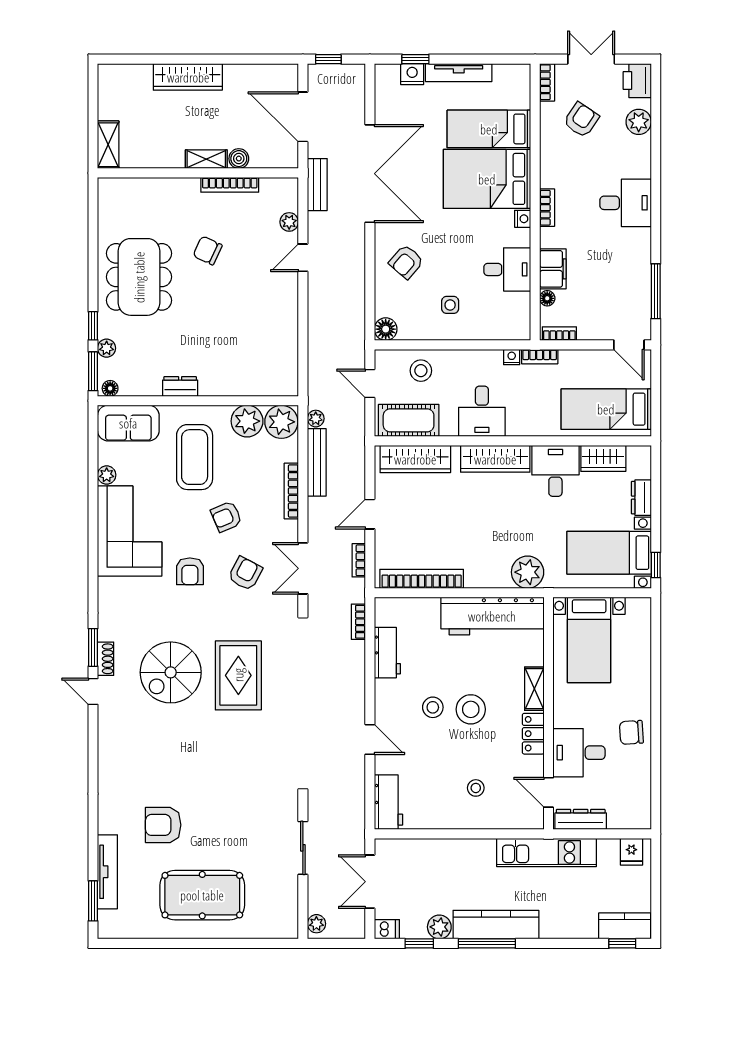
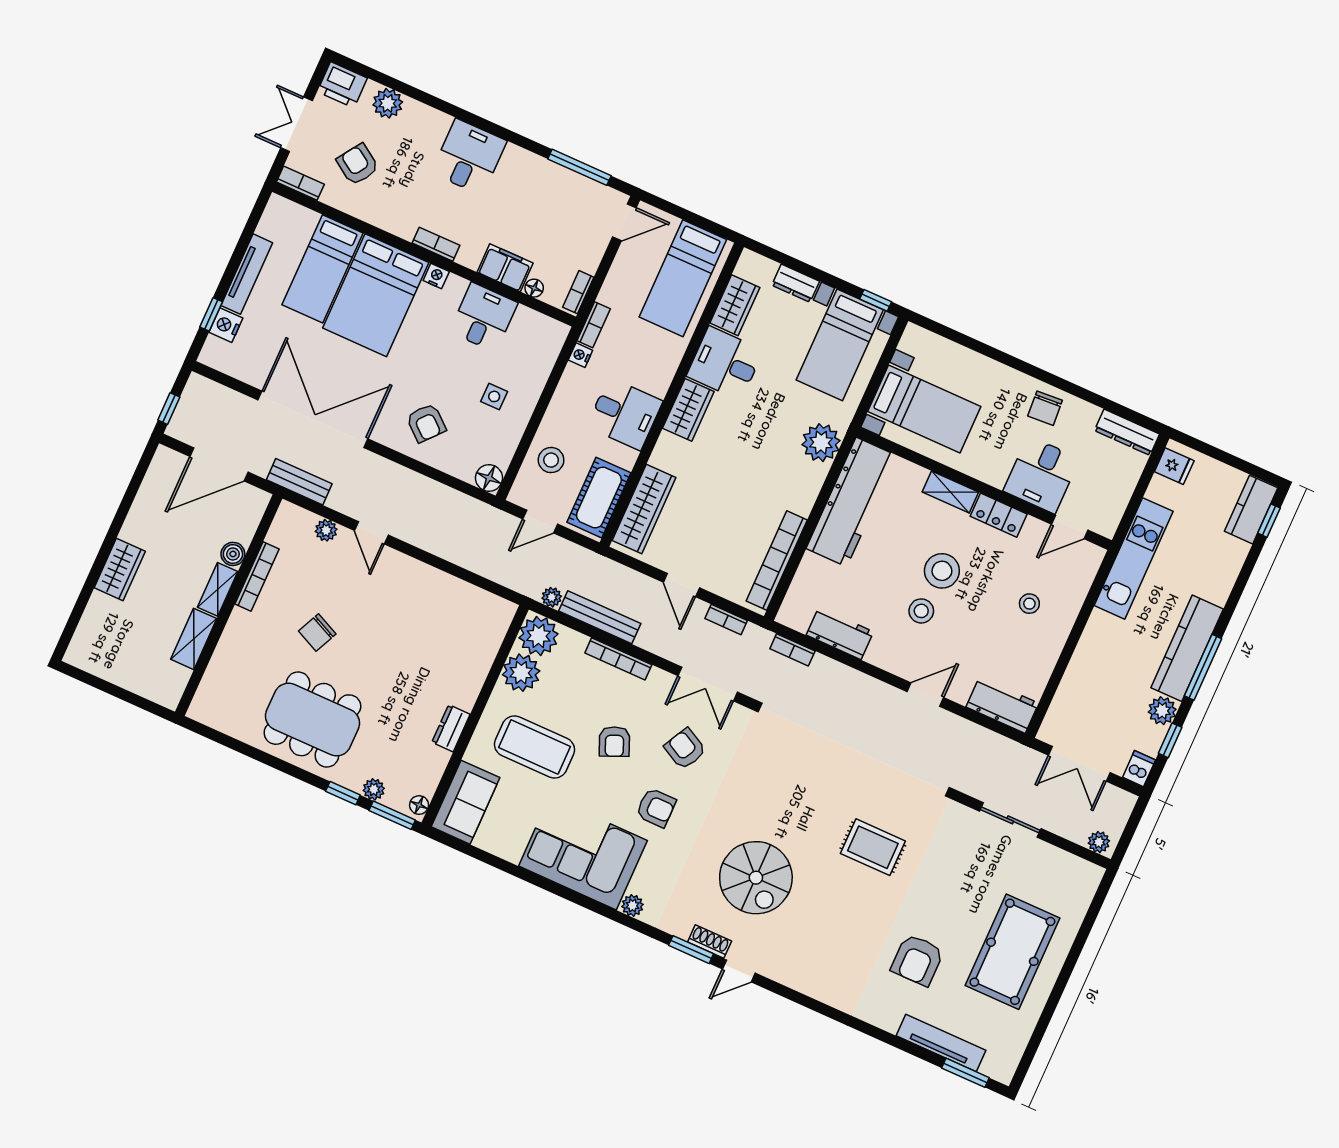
wardrobe: (188, 77) -> (120, 569), width x0.67
shelving: (108, 145) -> (194, 639), moved, turned 90
wardrobe: (495, 459) -> (688, 410), width x0.67
plant: (107, 475) -> (632, 905), moved
rug: (238, 675) -> (873, 847), moved, width x0.73, depth x0.70
dresser: (581, 819) -> (1127, 432), moved, turned -90

